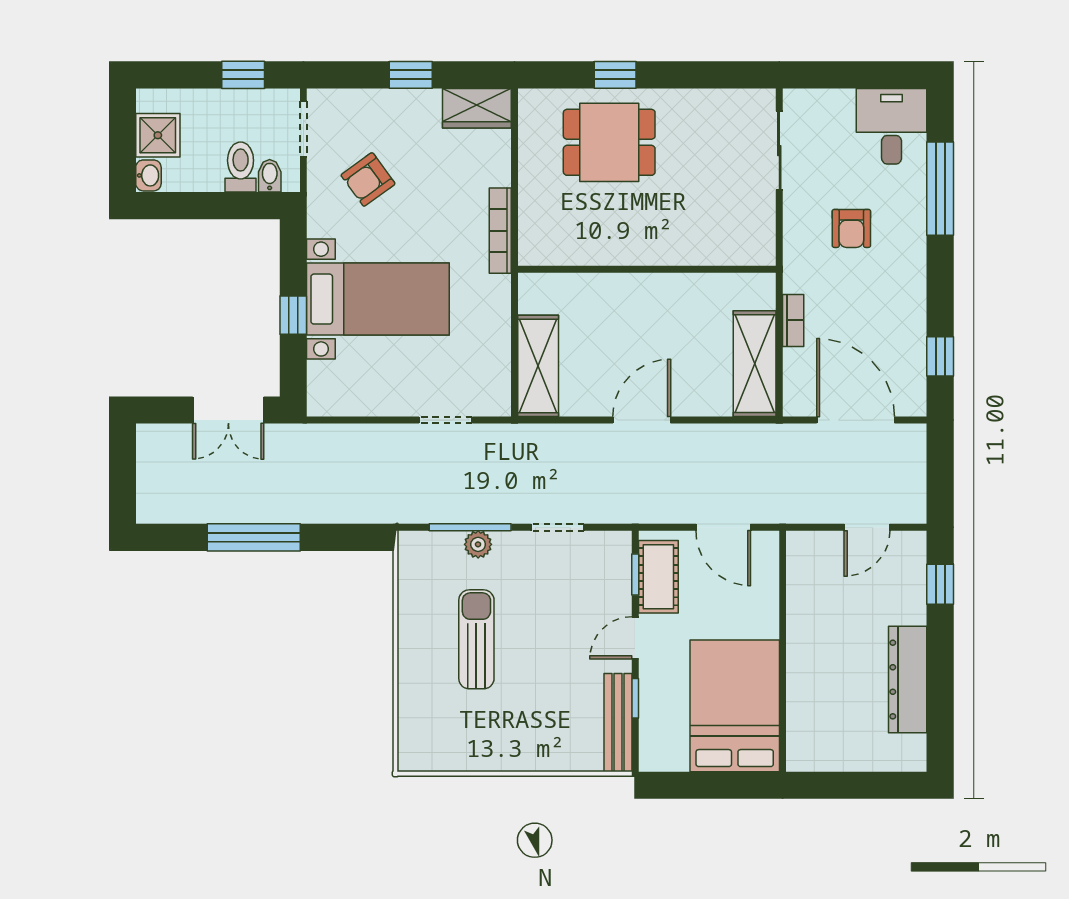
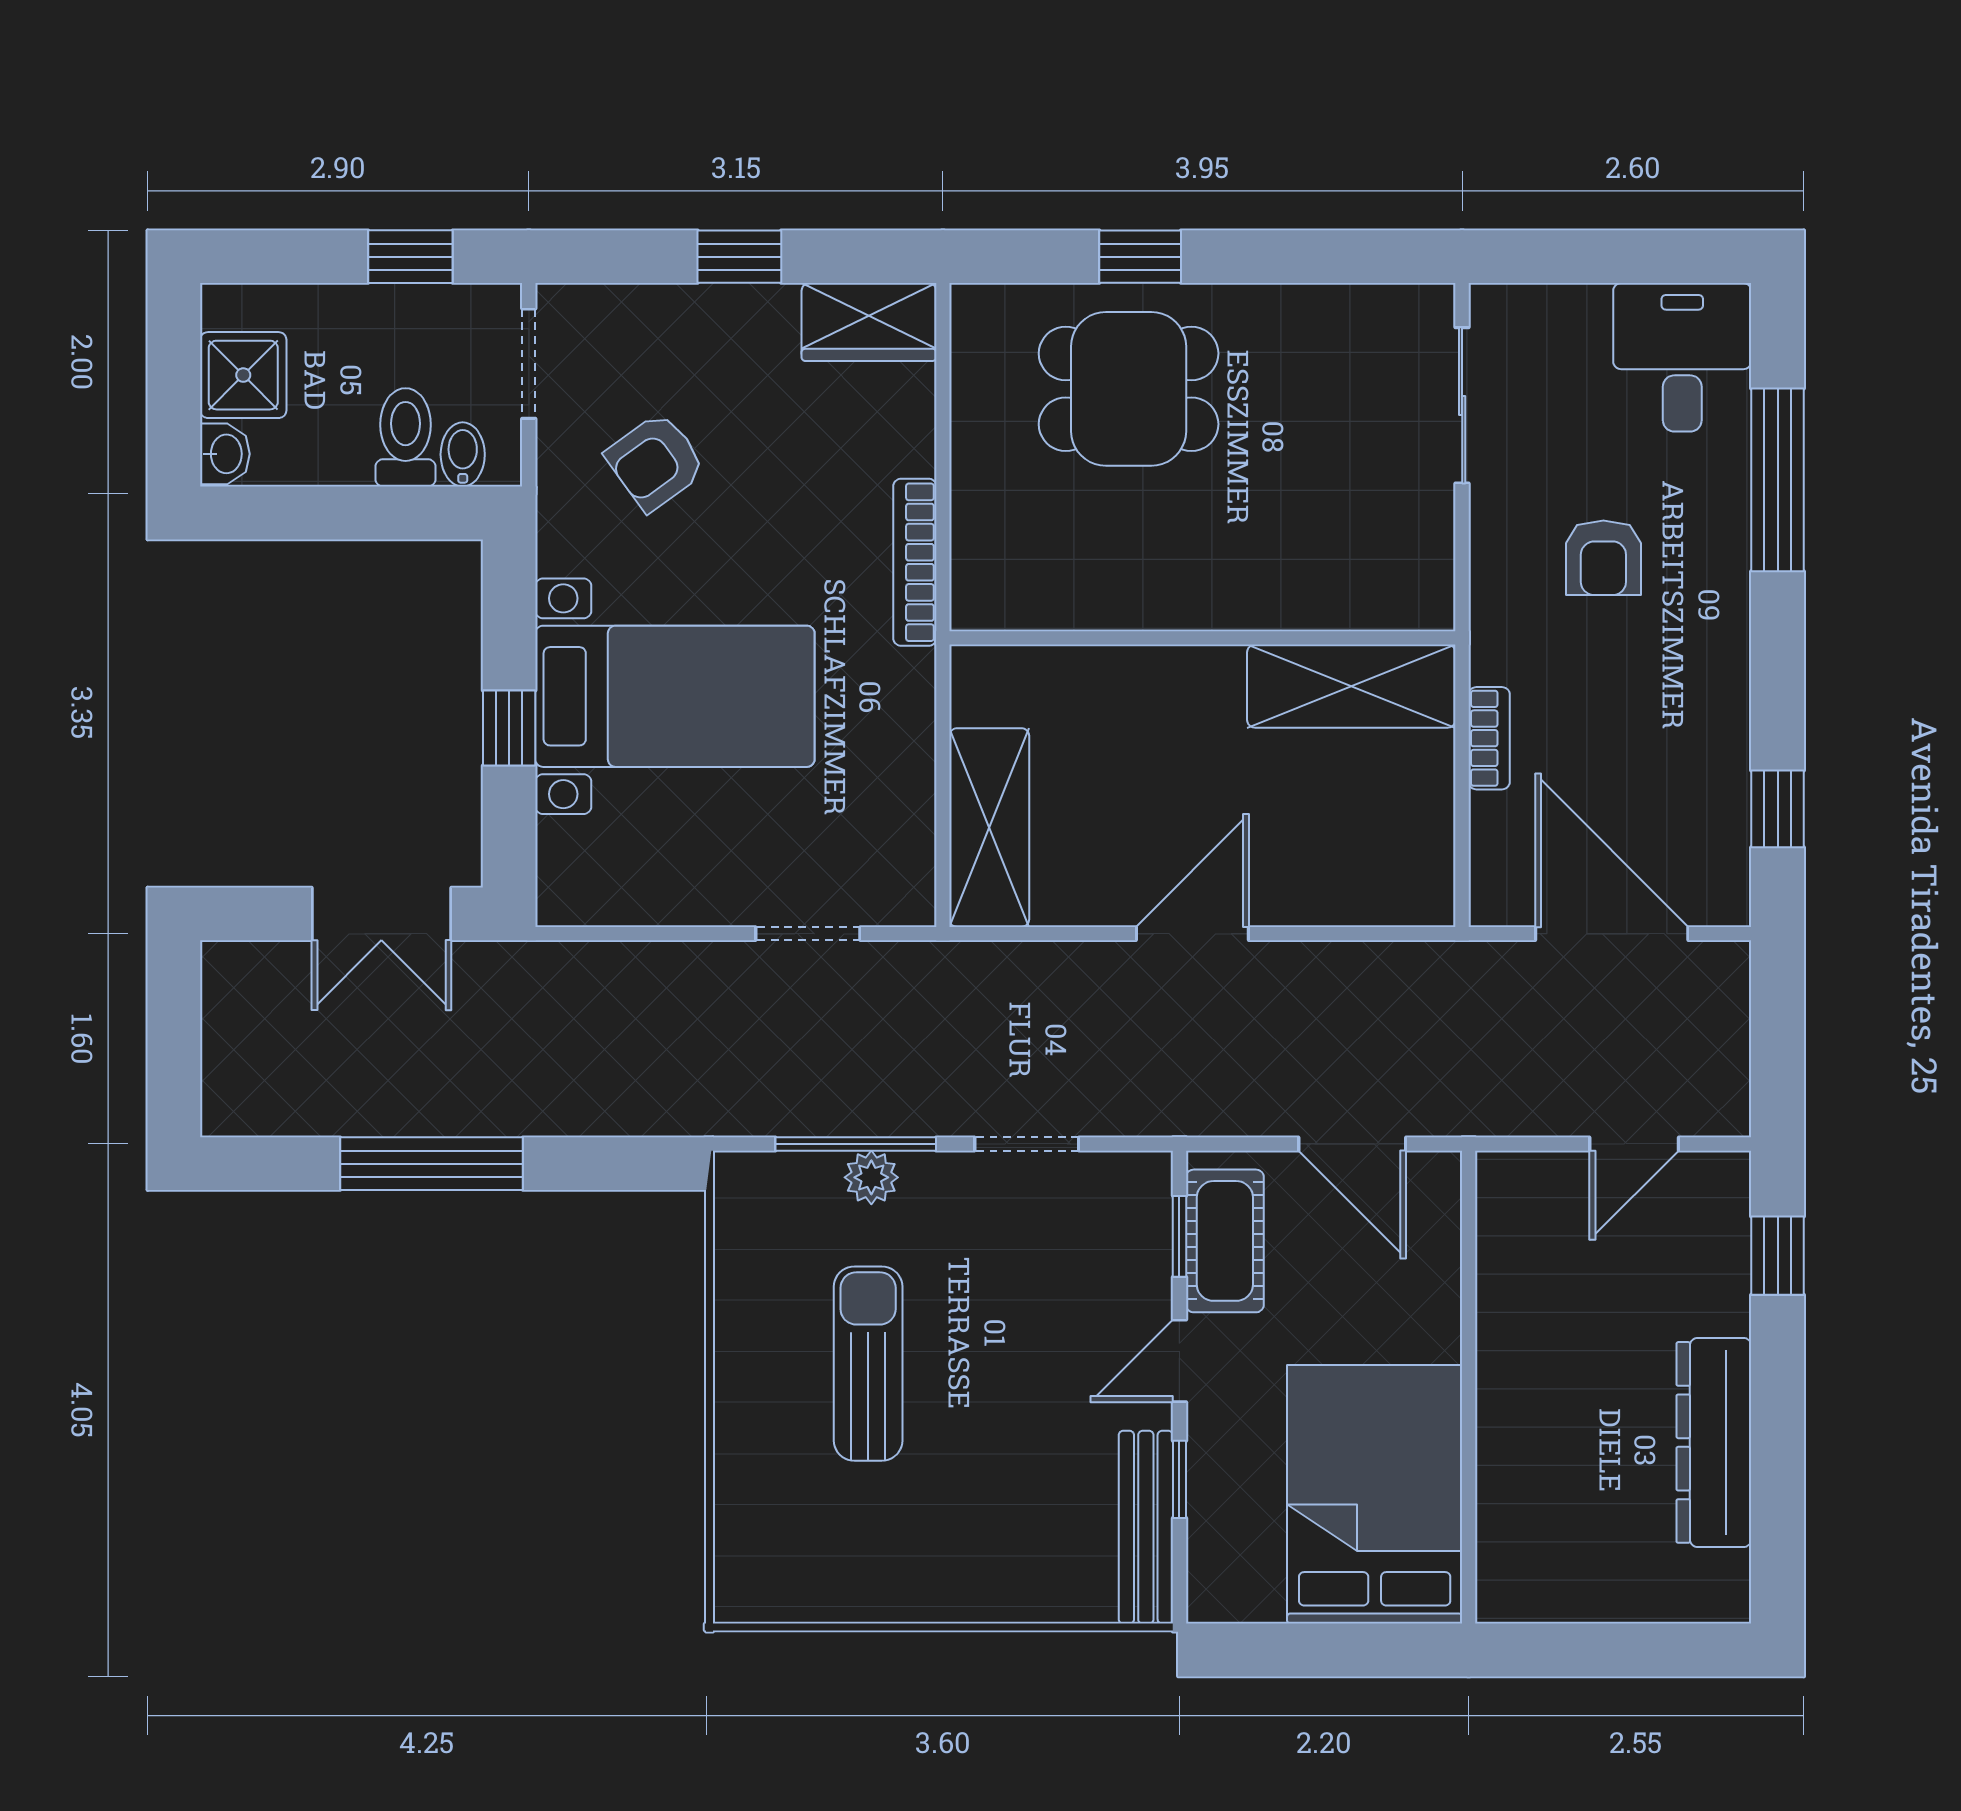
shelving: (755, 364) -> (1351, 686), moved, turned 90

